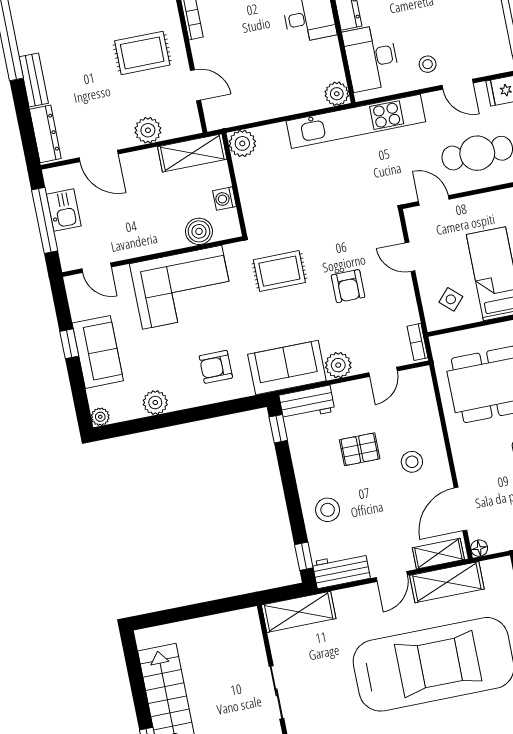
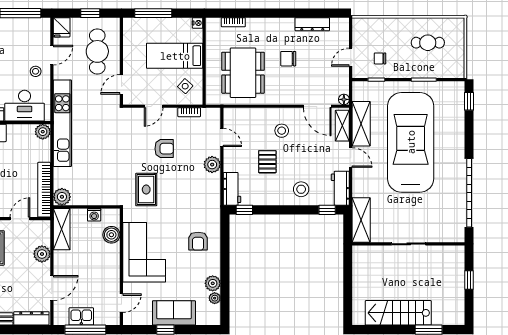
bookcase: (248, 114) -> (44, 190), added
bookcase: (417, 342) -> (189, 112), moved
sofa: (287, 368) -> (207, 197), removed
plant: (100, 417) -> (215, 298), moved

